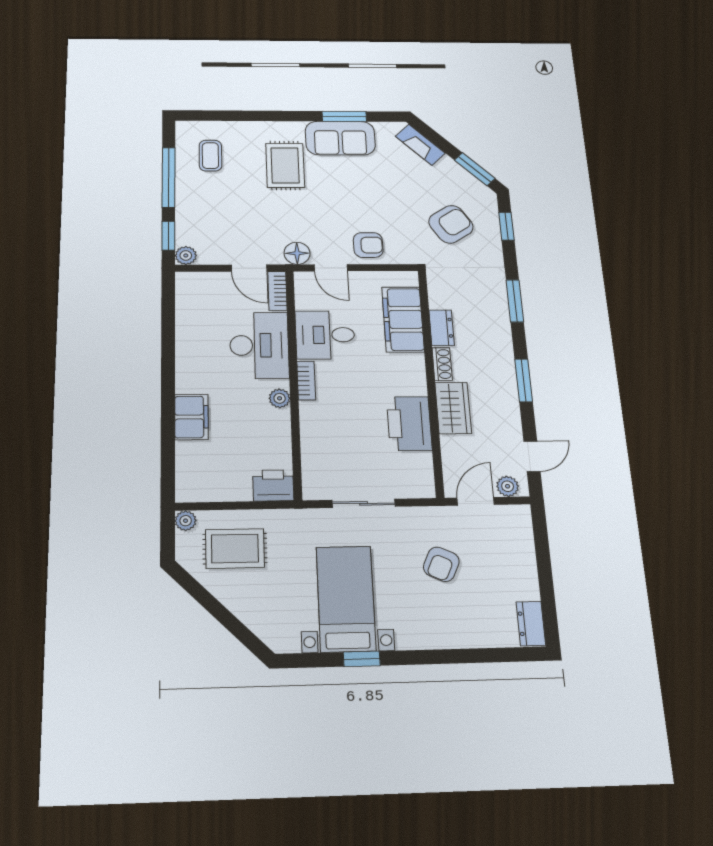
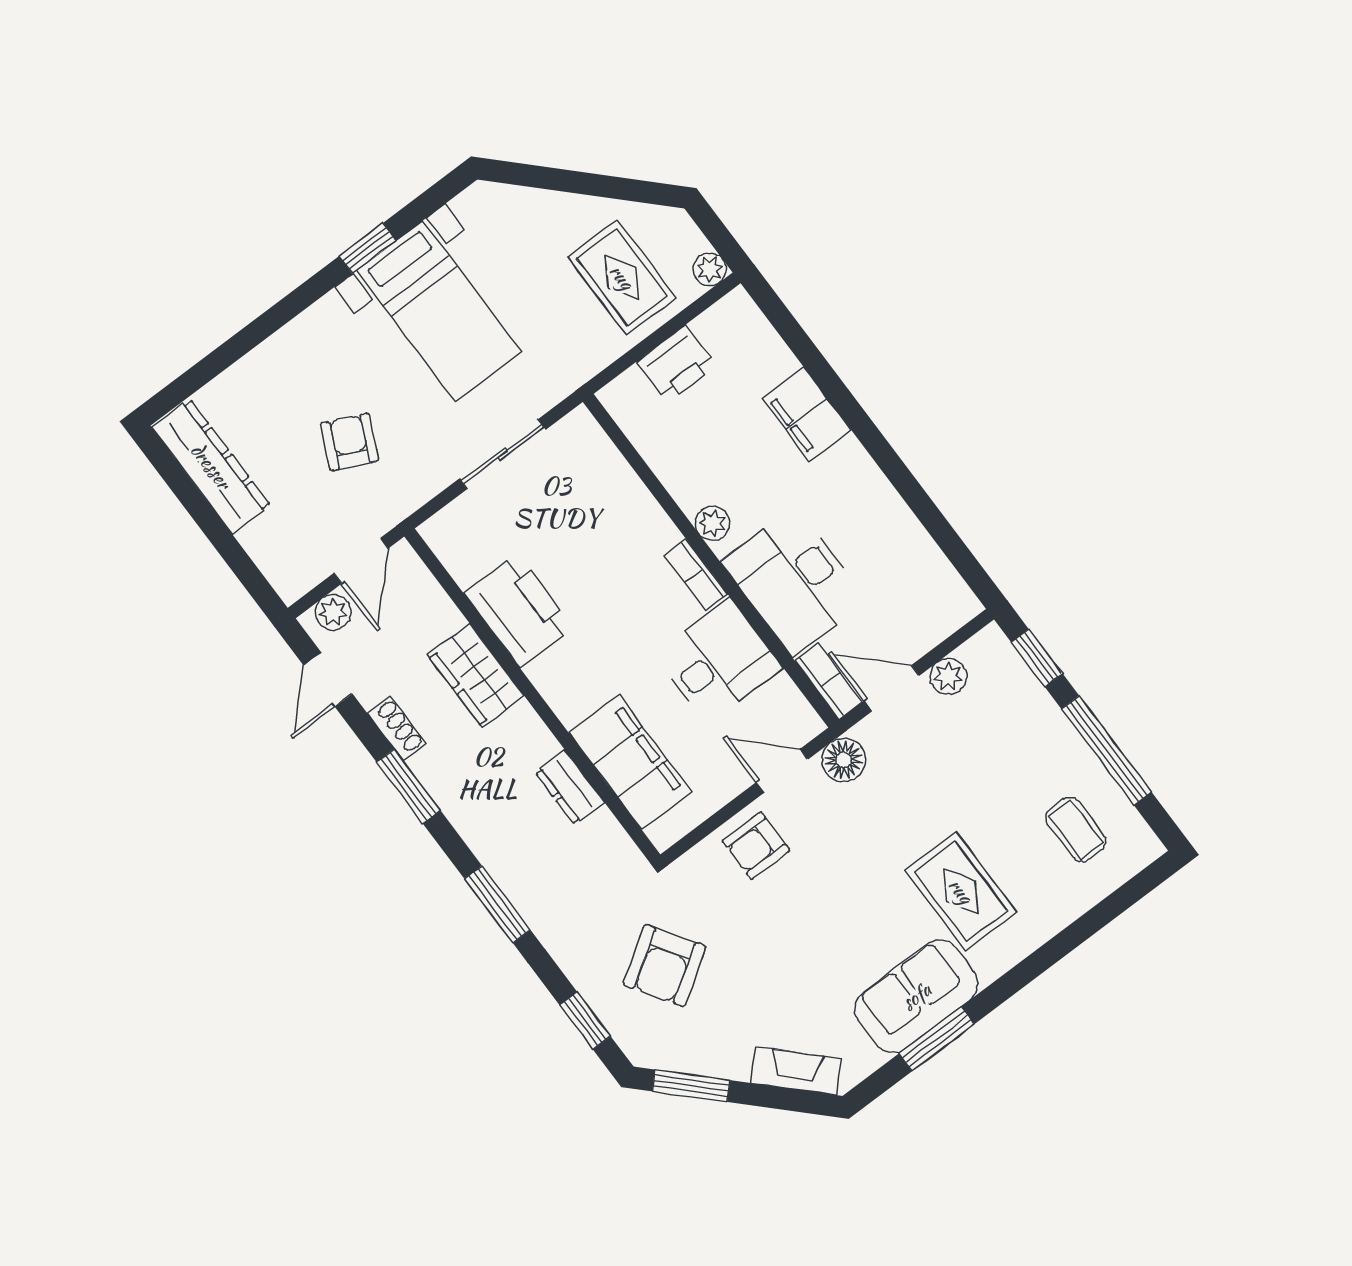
plant: (186, 256) -> (948, 676), moved
shoe rack: (442, 364) -> (397, 729), moved, turned 180
printer: (273, 485) -> (677, 364), moved
rug: (235, 548) -> (622, 277), turned 90
dresser: (531, 624) -> (211, 466), width x1.96, depth x1.24

